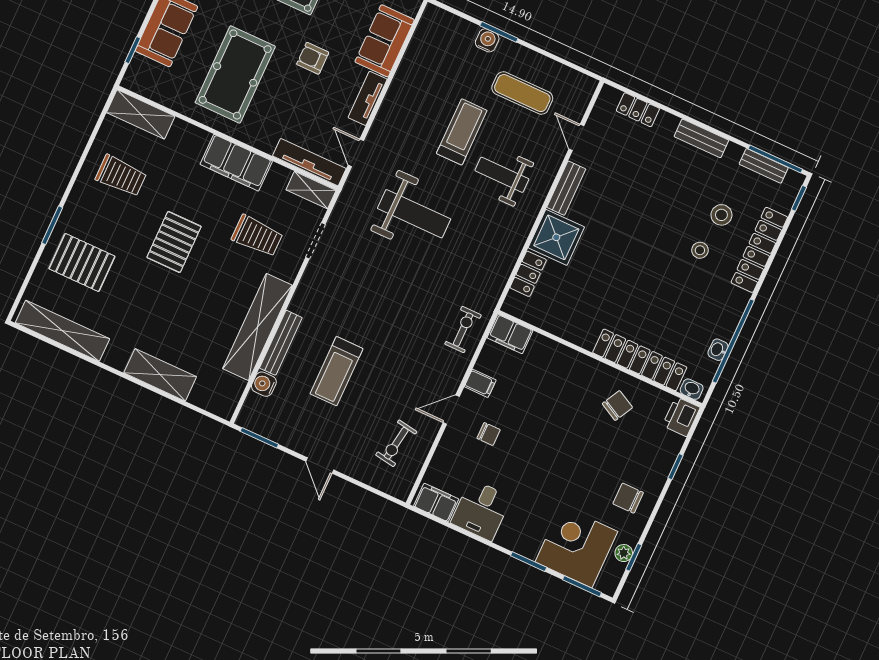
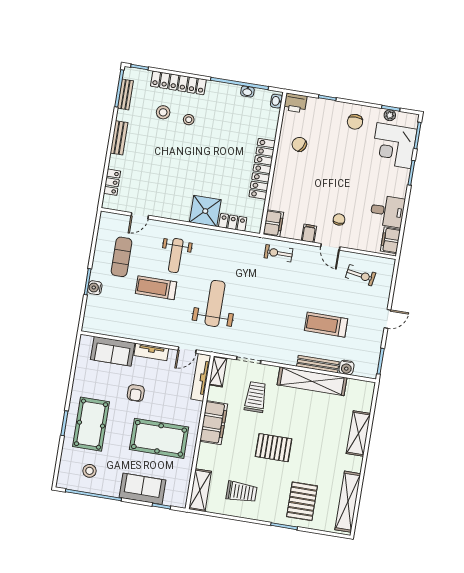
trolley: (121, 176) -> (242, 492), turned 90
bench: (566, 188) -> (173, 213), removed
locker: (640, 360) -> (262, 169), moved
treadmill: (337, 371) -> (326, 325), turned 180

